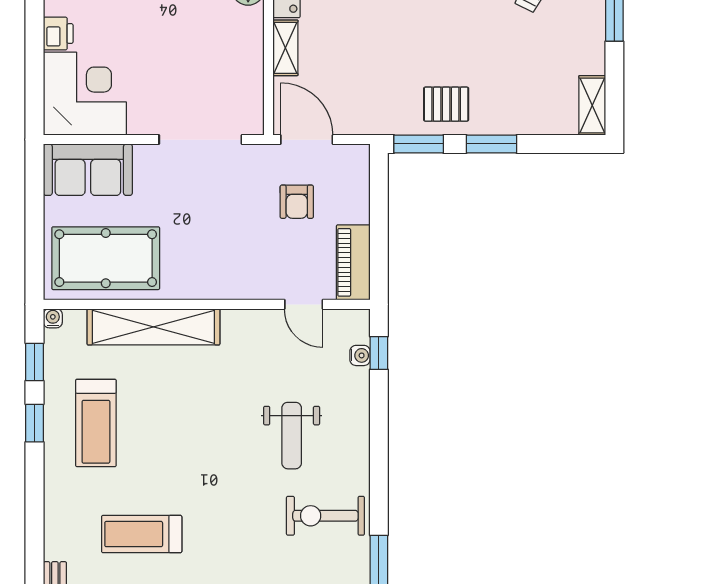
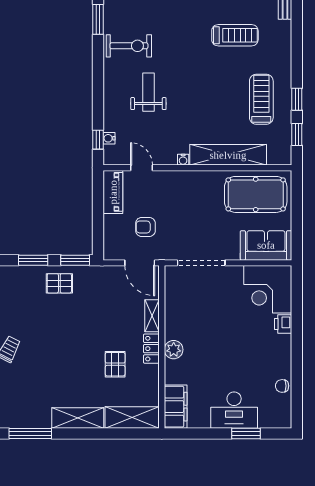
armchair: (297, 202) -> (145, 227), turned -90
water cooler: (53, 318) -> (183, 160), moved

